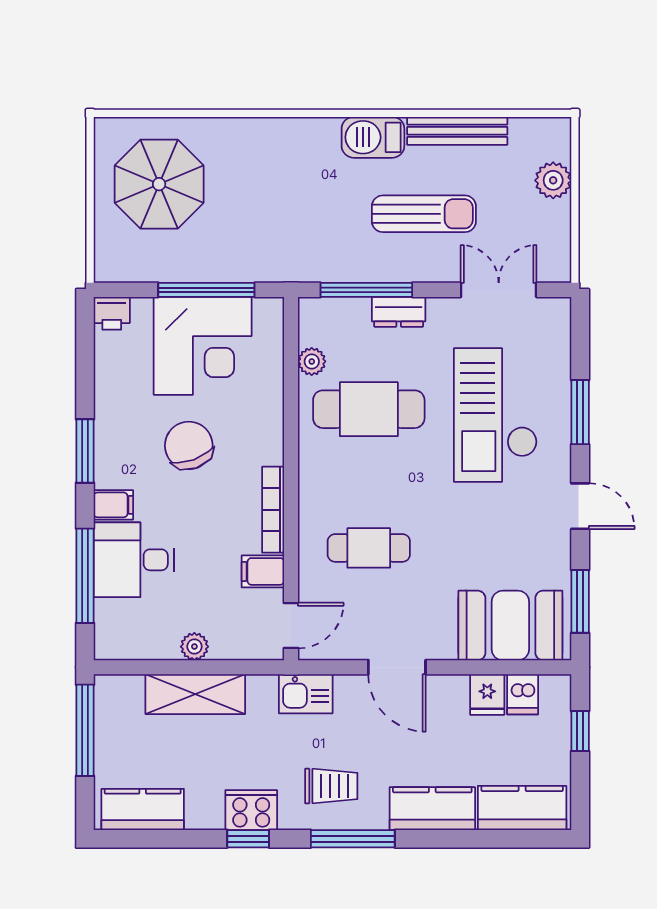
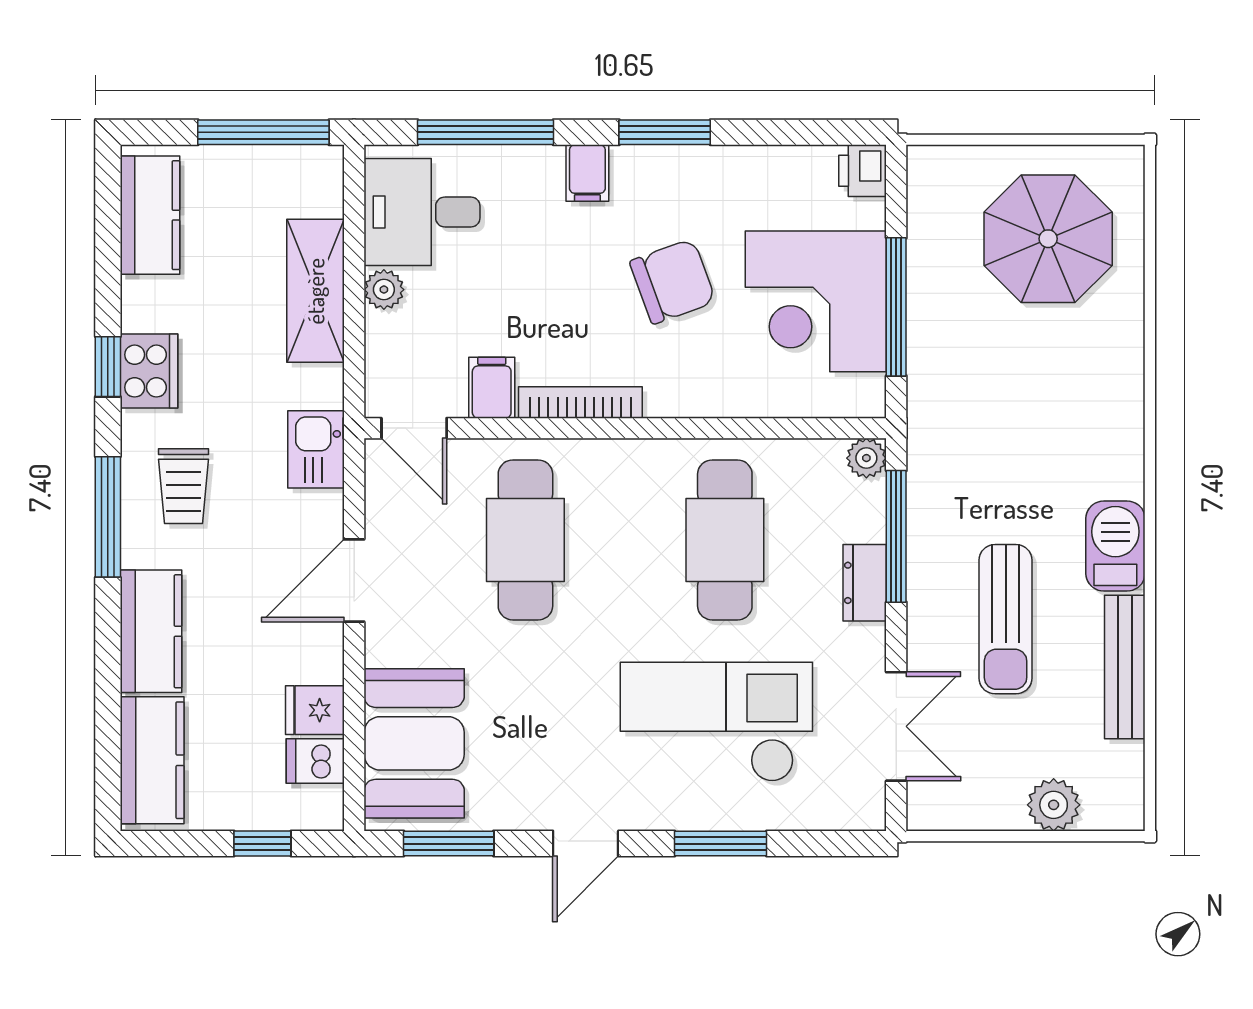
plant: (312, 361) -> (866, 458), moved
cafe table: (369, 548) -> (525, 540), width x1.37, depth x1.35
desk: (134, 560) -> (422, 212), moved, turned -90

